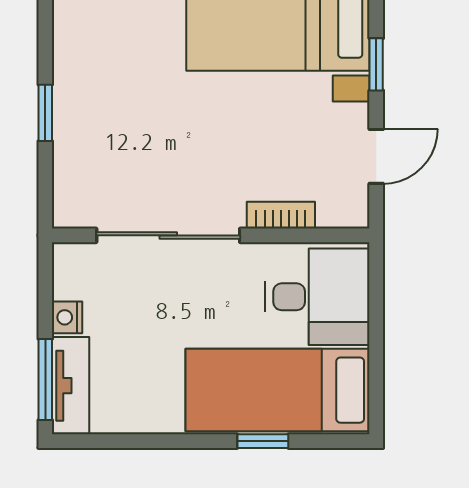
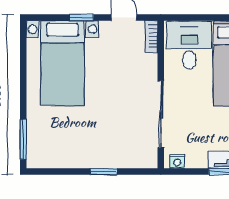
bookcase: (281, 215) -> (151, 37), moved
nightstand: (67, 317) -> (177, 161), moved

